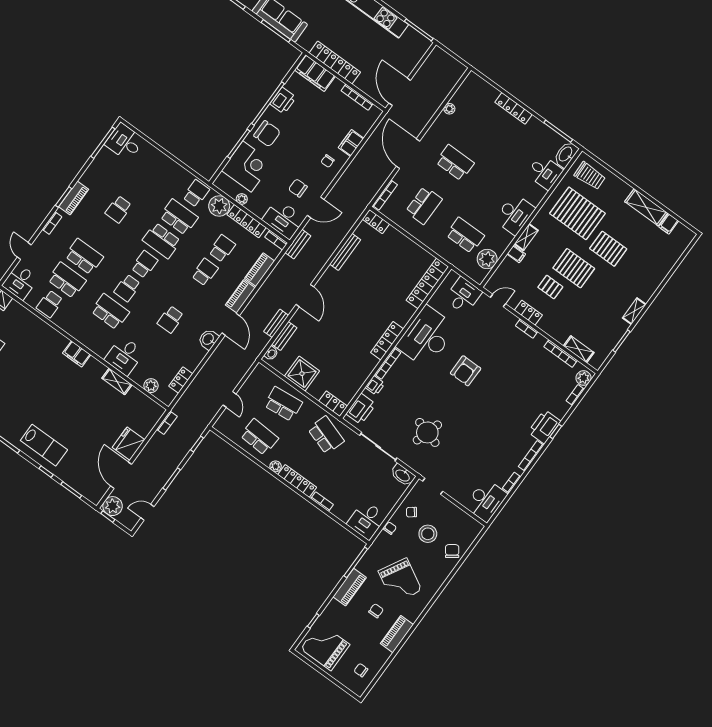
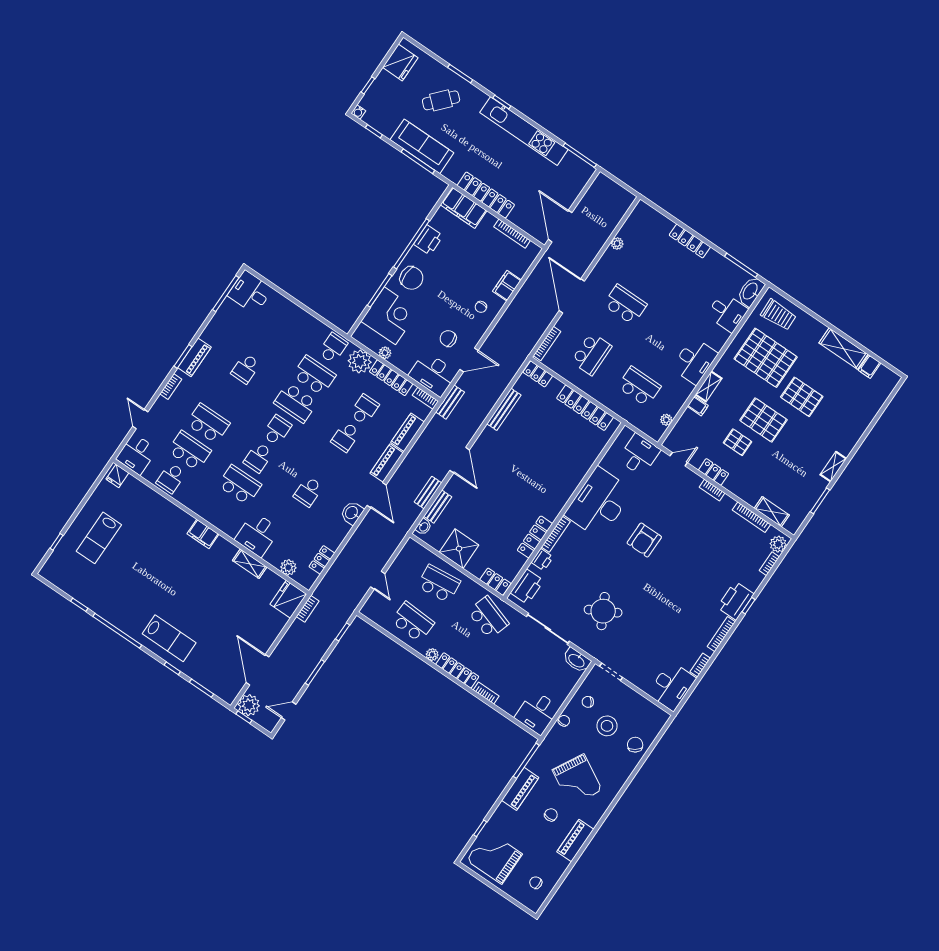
plant: (487, 259) -> (666, 420), width x0.53, depth x0.53
school desk: (205, 272) -> (346, 437), turned 180
locker: (427, 284) -> (585, 408), moved, turned -90
locker: (387, 341) -> (535, 537), moved
round table: (427, 432) -> (603, 611), turned 45
fridge: (129, 444) -> (288, 599), moved

